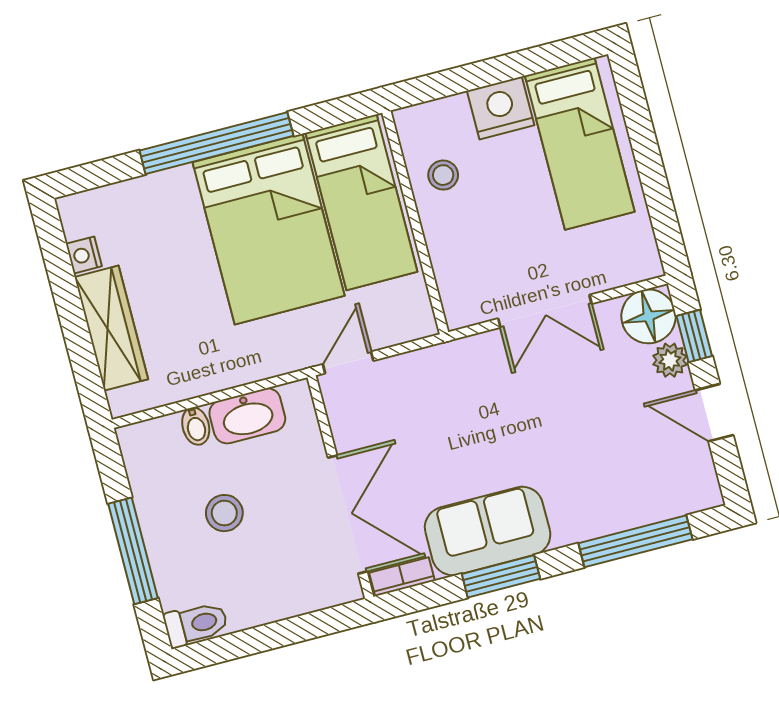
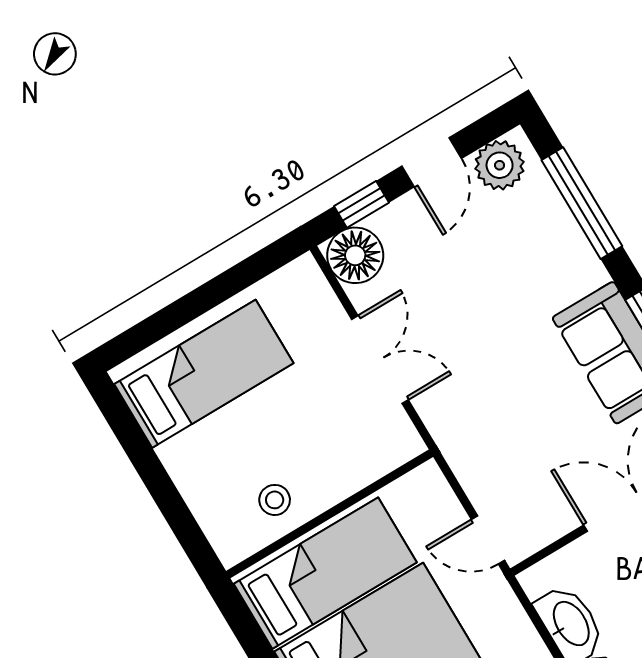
nightstand: (501, 108) -> (191, 462), removed
plant: (670, 360) -> (500, 165), moved, width x1.38, depth x1.38

